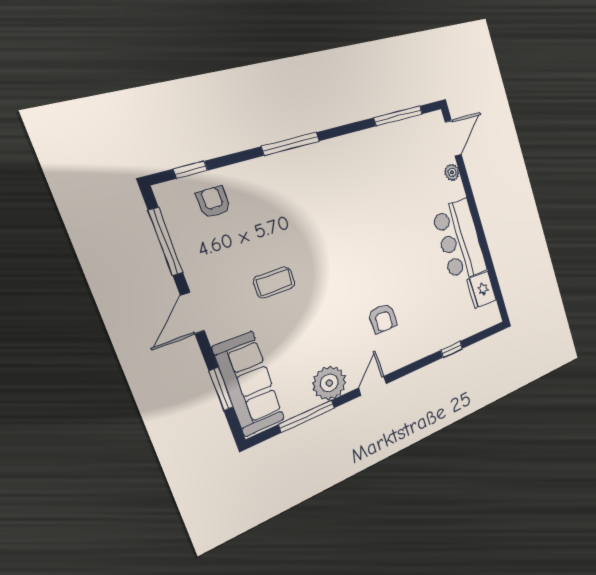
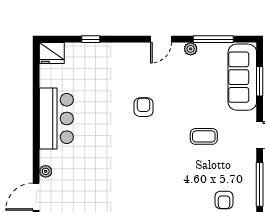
fridge: (481, 290) -> (52, 53), moved, turned 90
armchair: (383, 318) -> (144, 107), moved
plant: (329, 383) -> (191, 49), width x0.53, depth x0.53

